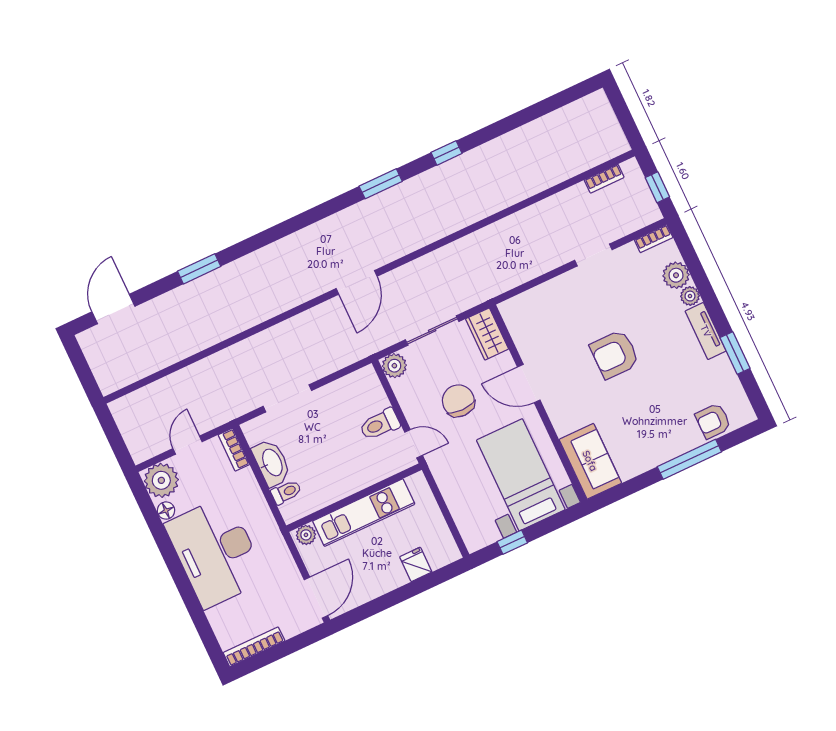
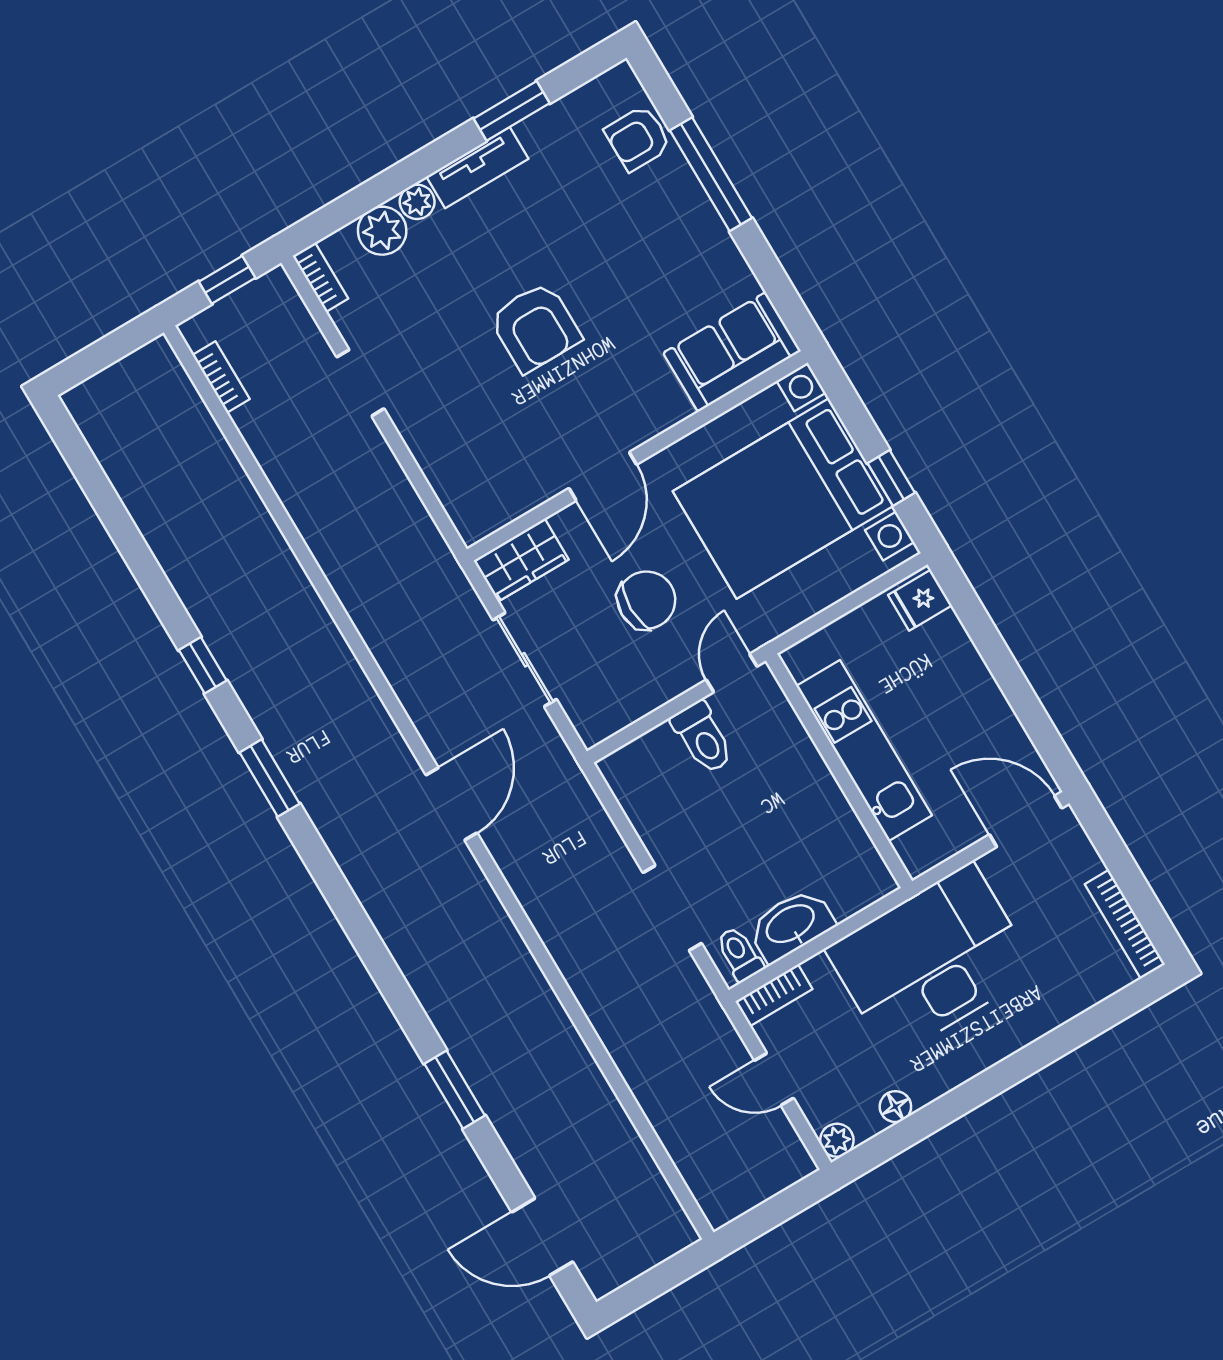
door: (357, 282) -> (451, 804), hinge flipped
plant: (394, 366) -> (595, 721), removed
chair: (458, 401) -> (646, 600), turned 180
armchair: (713, 421) -> (638, 138), turned 90
bed with nightstands: (521, 475) -> (783, 499), width x1.36
plant: (161, 480) -> (837, 1140), width x0.53, depth x0.53
toilet: (286, 492) -> (739, 954), moved
plant: (306, 535) -> (915, 850), removed
desk: (216, 552) -> (931, 960), moved, turned 180
fridge: (416, 564) -> (920, 600), moved

